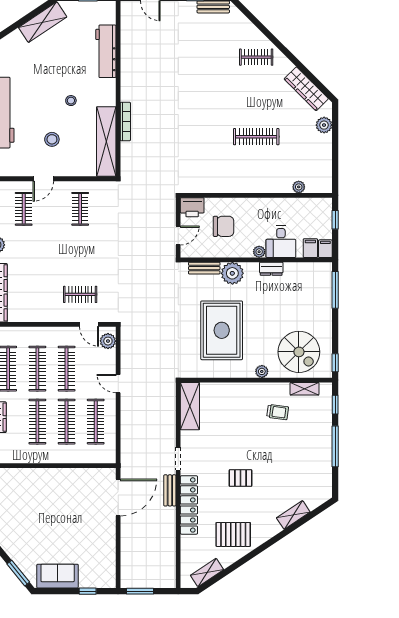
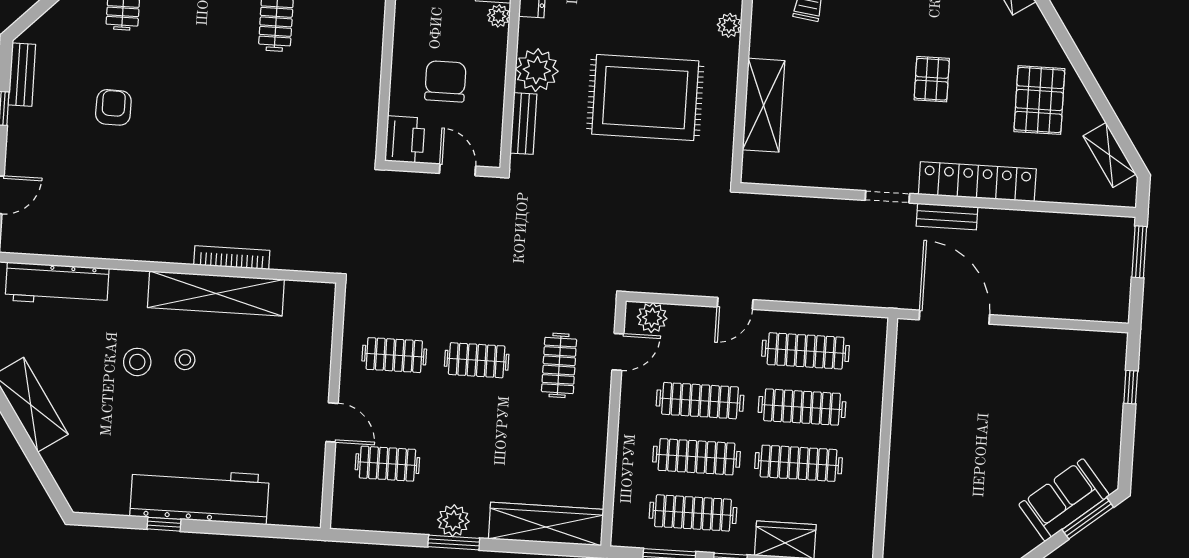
workbench: (106, 51) -> (57, 284), moved
armchair: (199, 55) -> (113, 107), added
stool: (52, 139) -> (137, 362), moved
shelving: (106, 142) -> (216, 293), moved
clothes rail: (80, 252) -> (477, 360), added
shelving: (190, 406) -> (764, 105), moved, turned 90
sofa: (58, 576) -> (1064, 500), moved, turned 51
window: (140, 591) -> (1139, 252), moved

